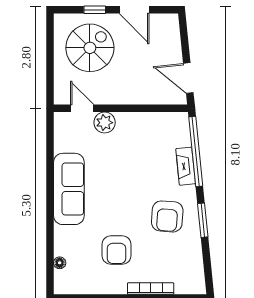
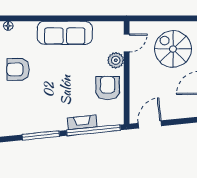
spiral stairs: (90, 48) -> (173, 49), turned 180
armchair: (167, 216) -> (108, 88), moved, turned 86
window: (203, 220) -> (41, 135), width x1.44

